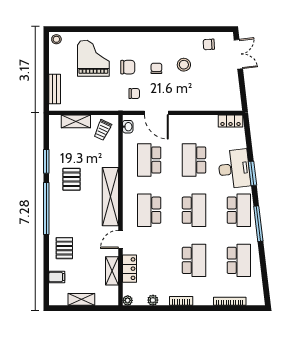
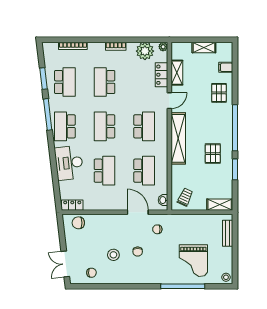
window: (105, 29) -> (183, 286), added
chair: (128, 67) -> (78, 223), moved
shelving: (76, 121) -> (220, 205), moved
window: (252, 173) -> (43, 79), moved
school desk: (239, 260) -> (65, 82), turned 180
plant: (153, 300) -> (145, 51), width x1.88, depth x1.88

